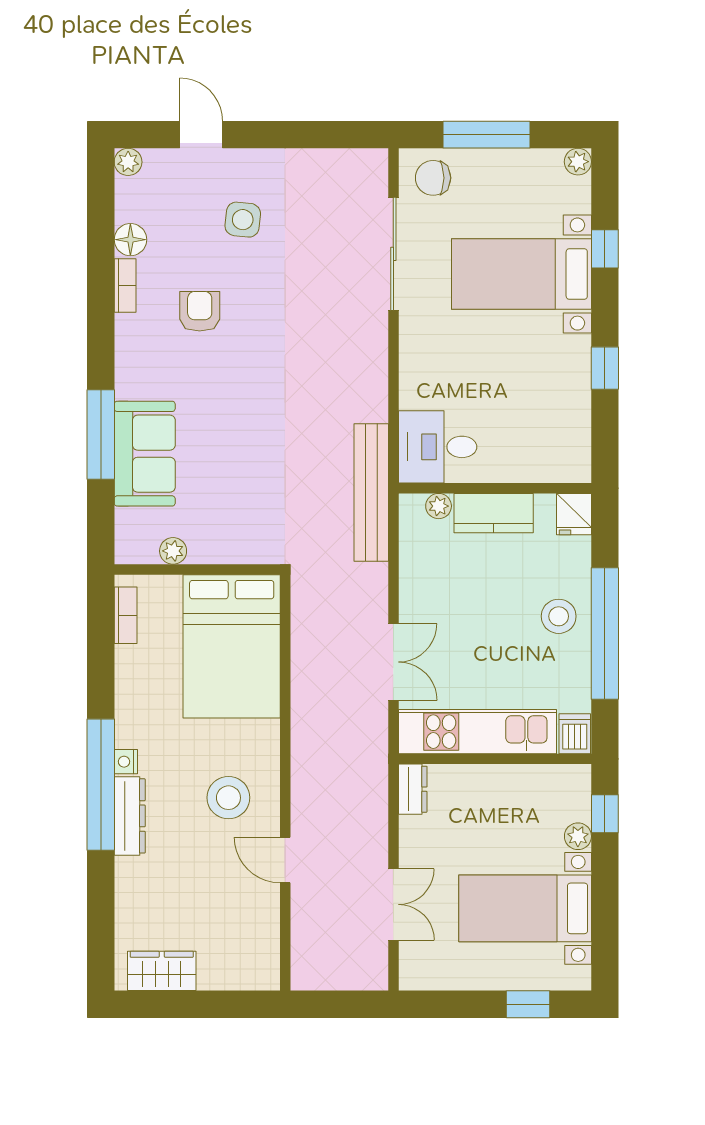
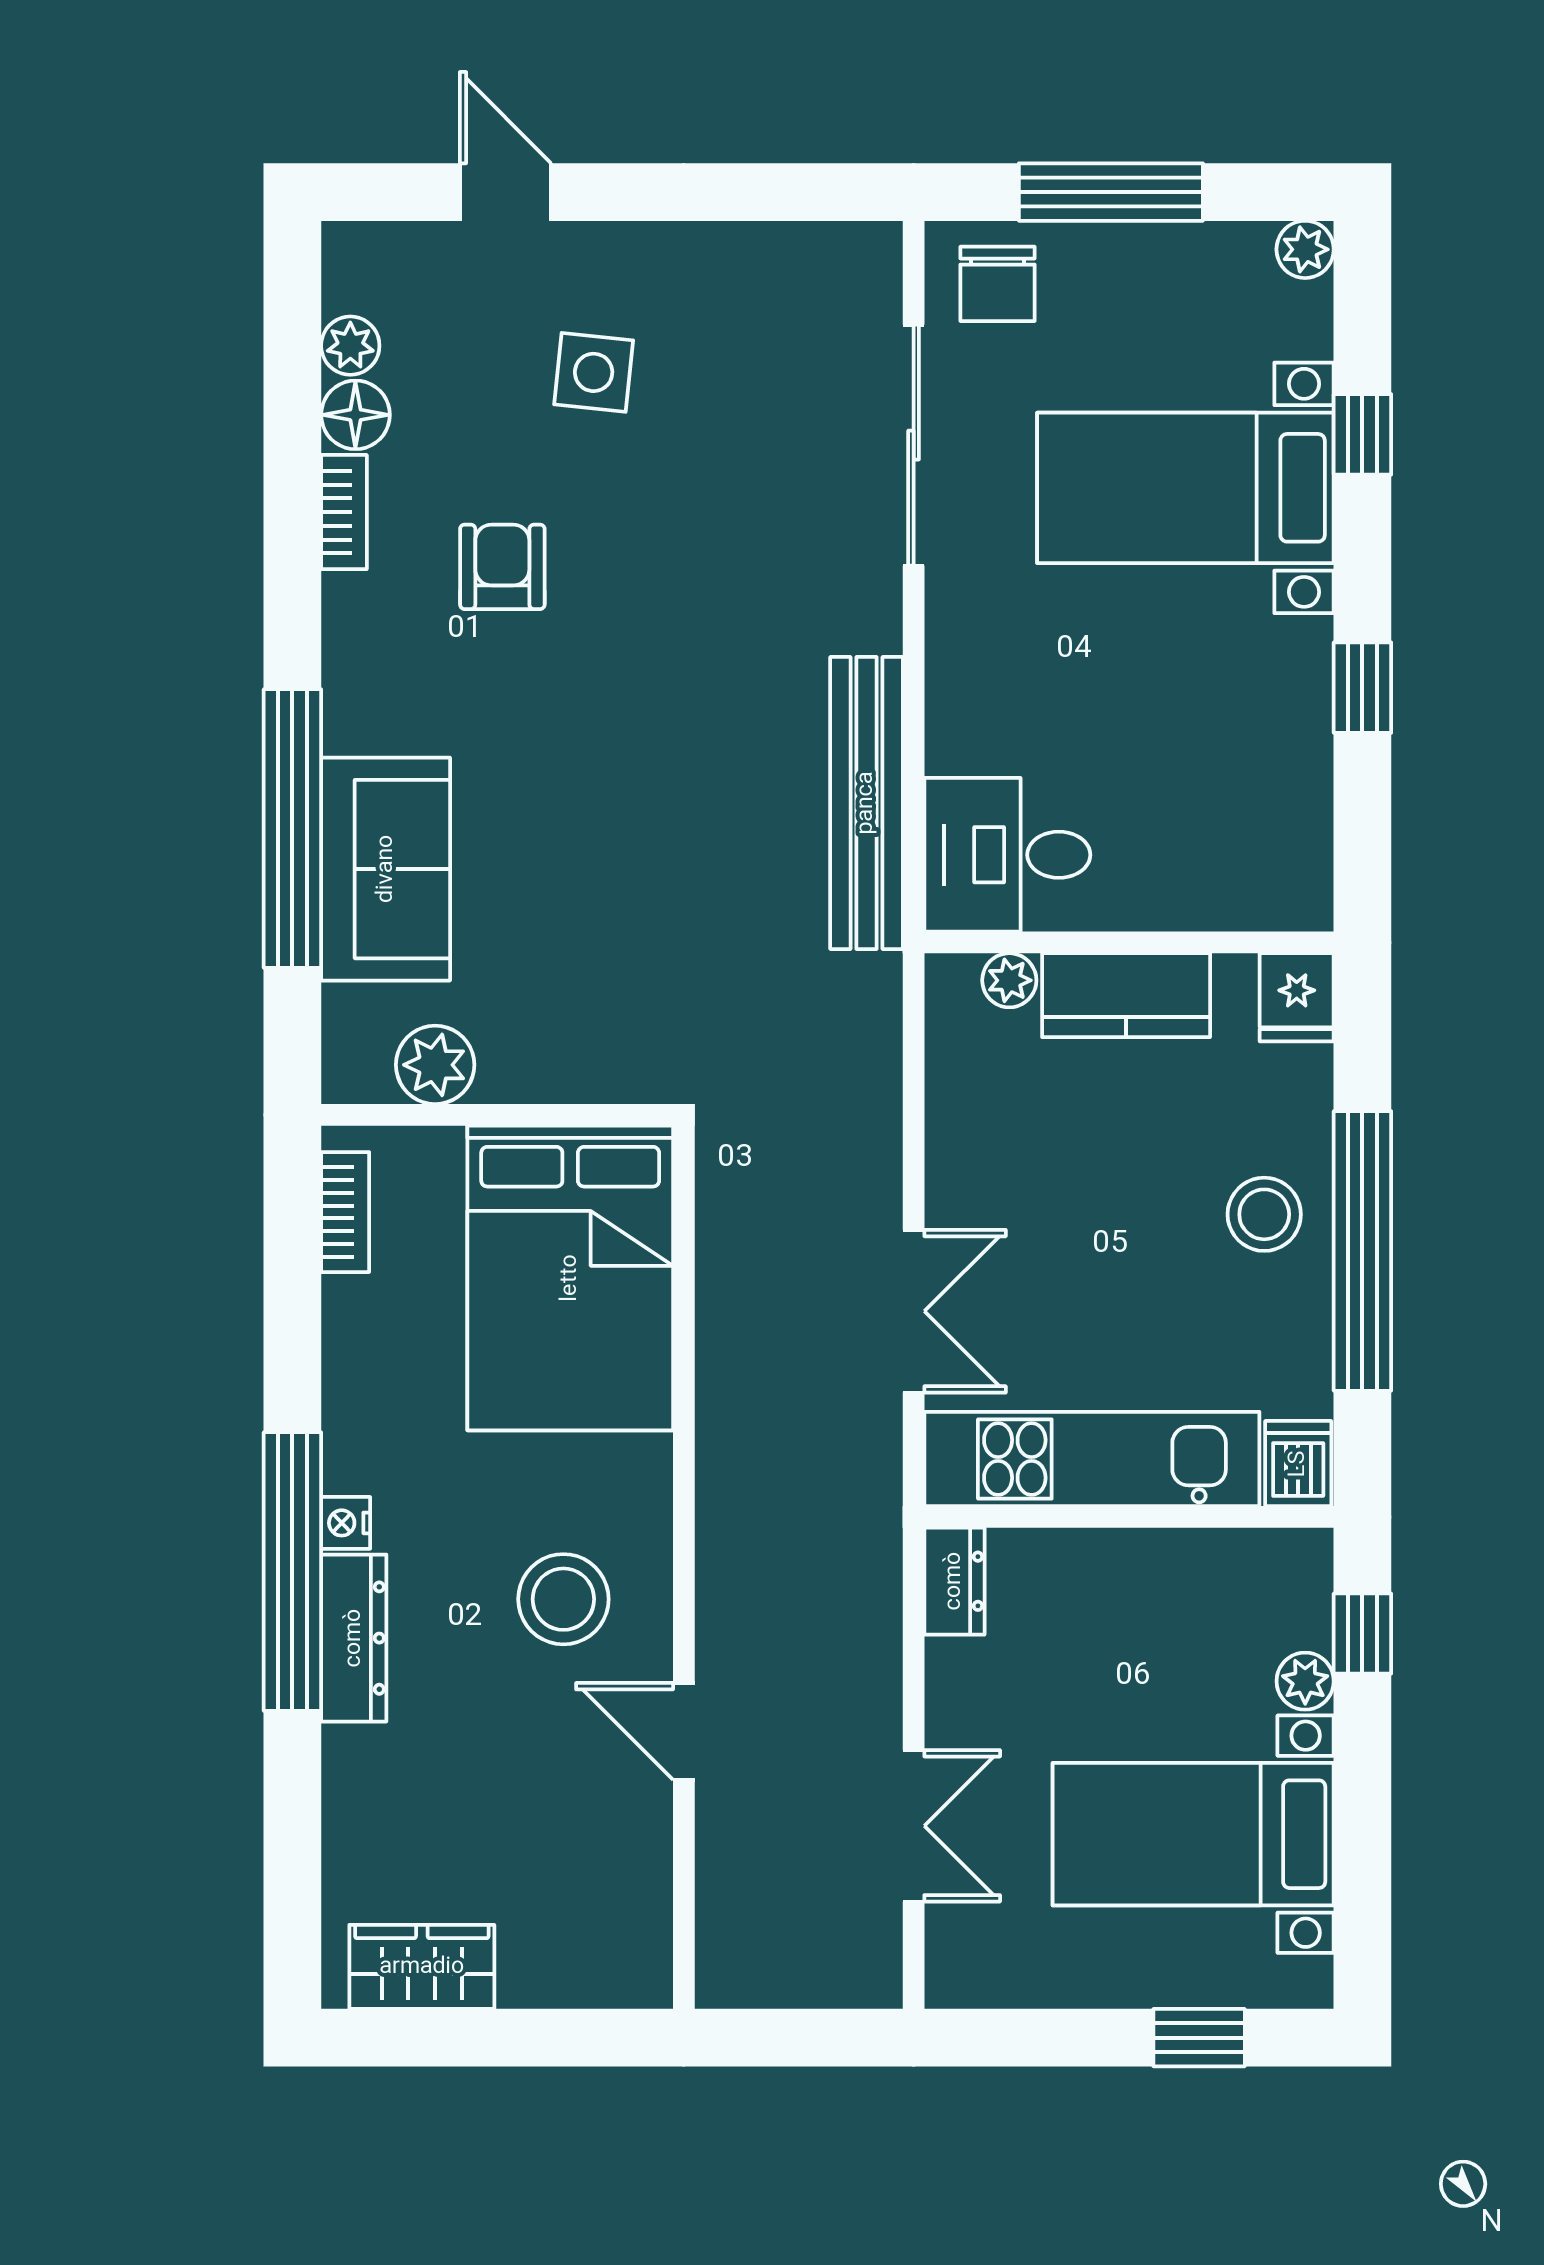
plant: (128, 162) -> (350, 346), moved
chair: (433, 178) -> (998, 284), turned -90
window: (101, 435) -> (292, 829), width x1.46
bench: (371, 492) -> (866, 803), moved
plant: (173, 551) -> (435, 1065), width x1.38, depth x1.38

